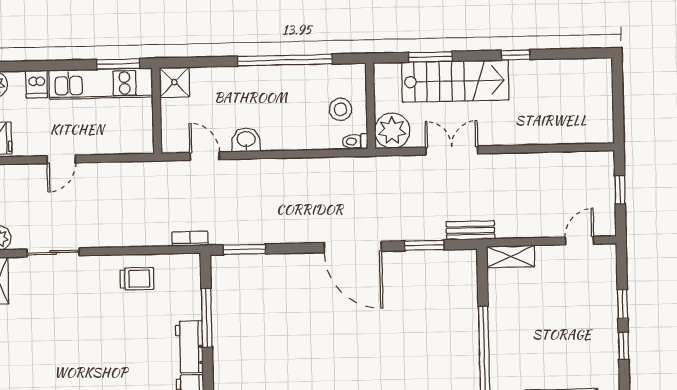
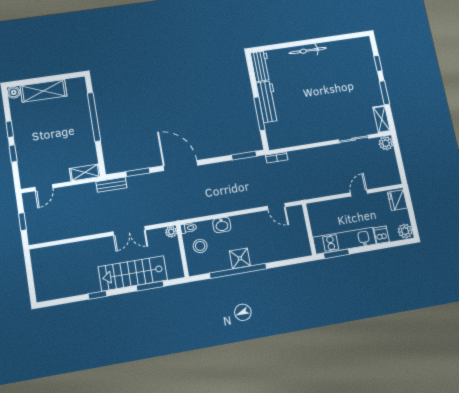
shower: (174, 82) -> (240, 258), moved
plant: (392, 131) -> (171, 232), width x0.53, depth x0.53
washbasin: (246, 140) -> (222, 225), moved
trolley: (137, 279) -> (303, 131), removed
workbench: (189, 347) -> (268, 102), width x1.38

